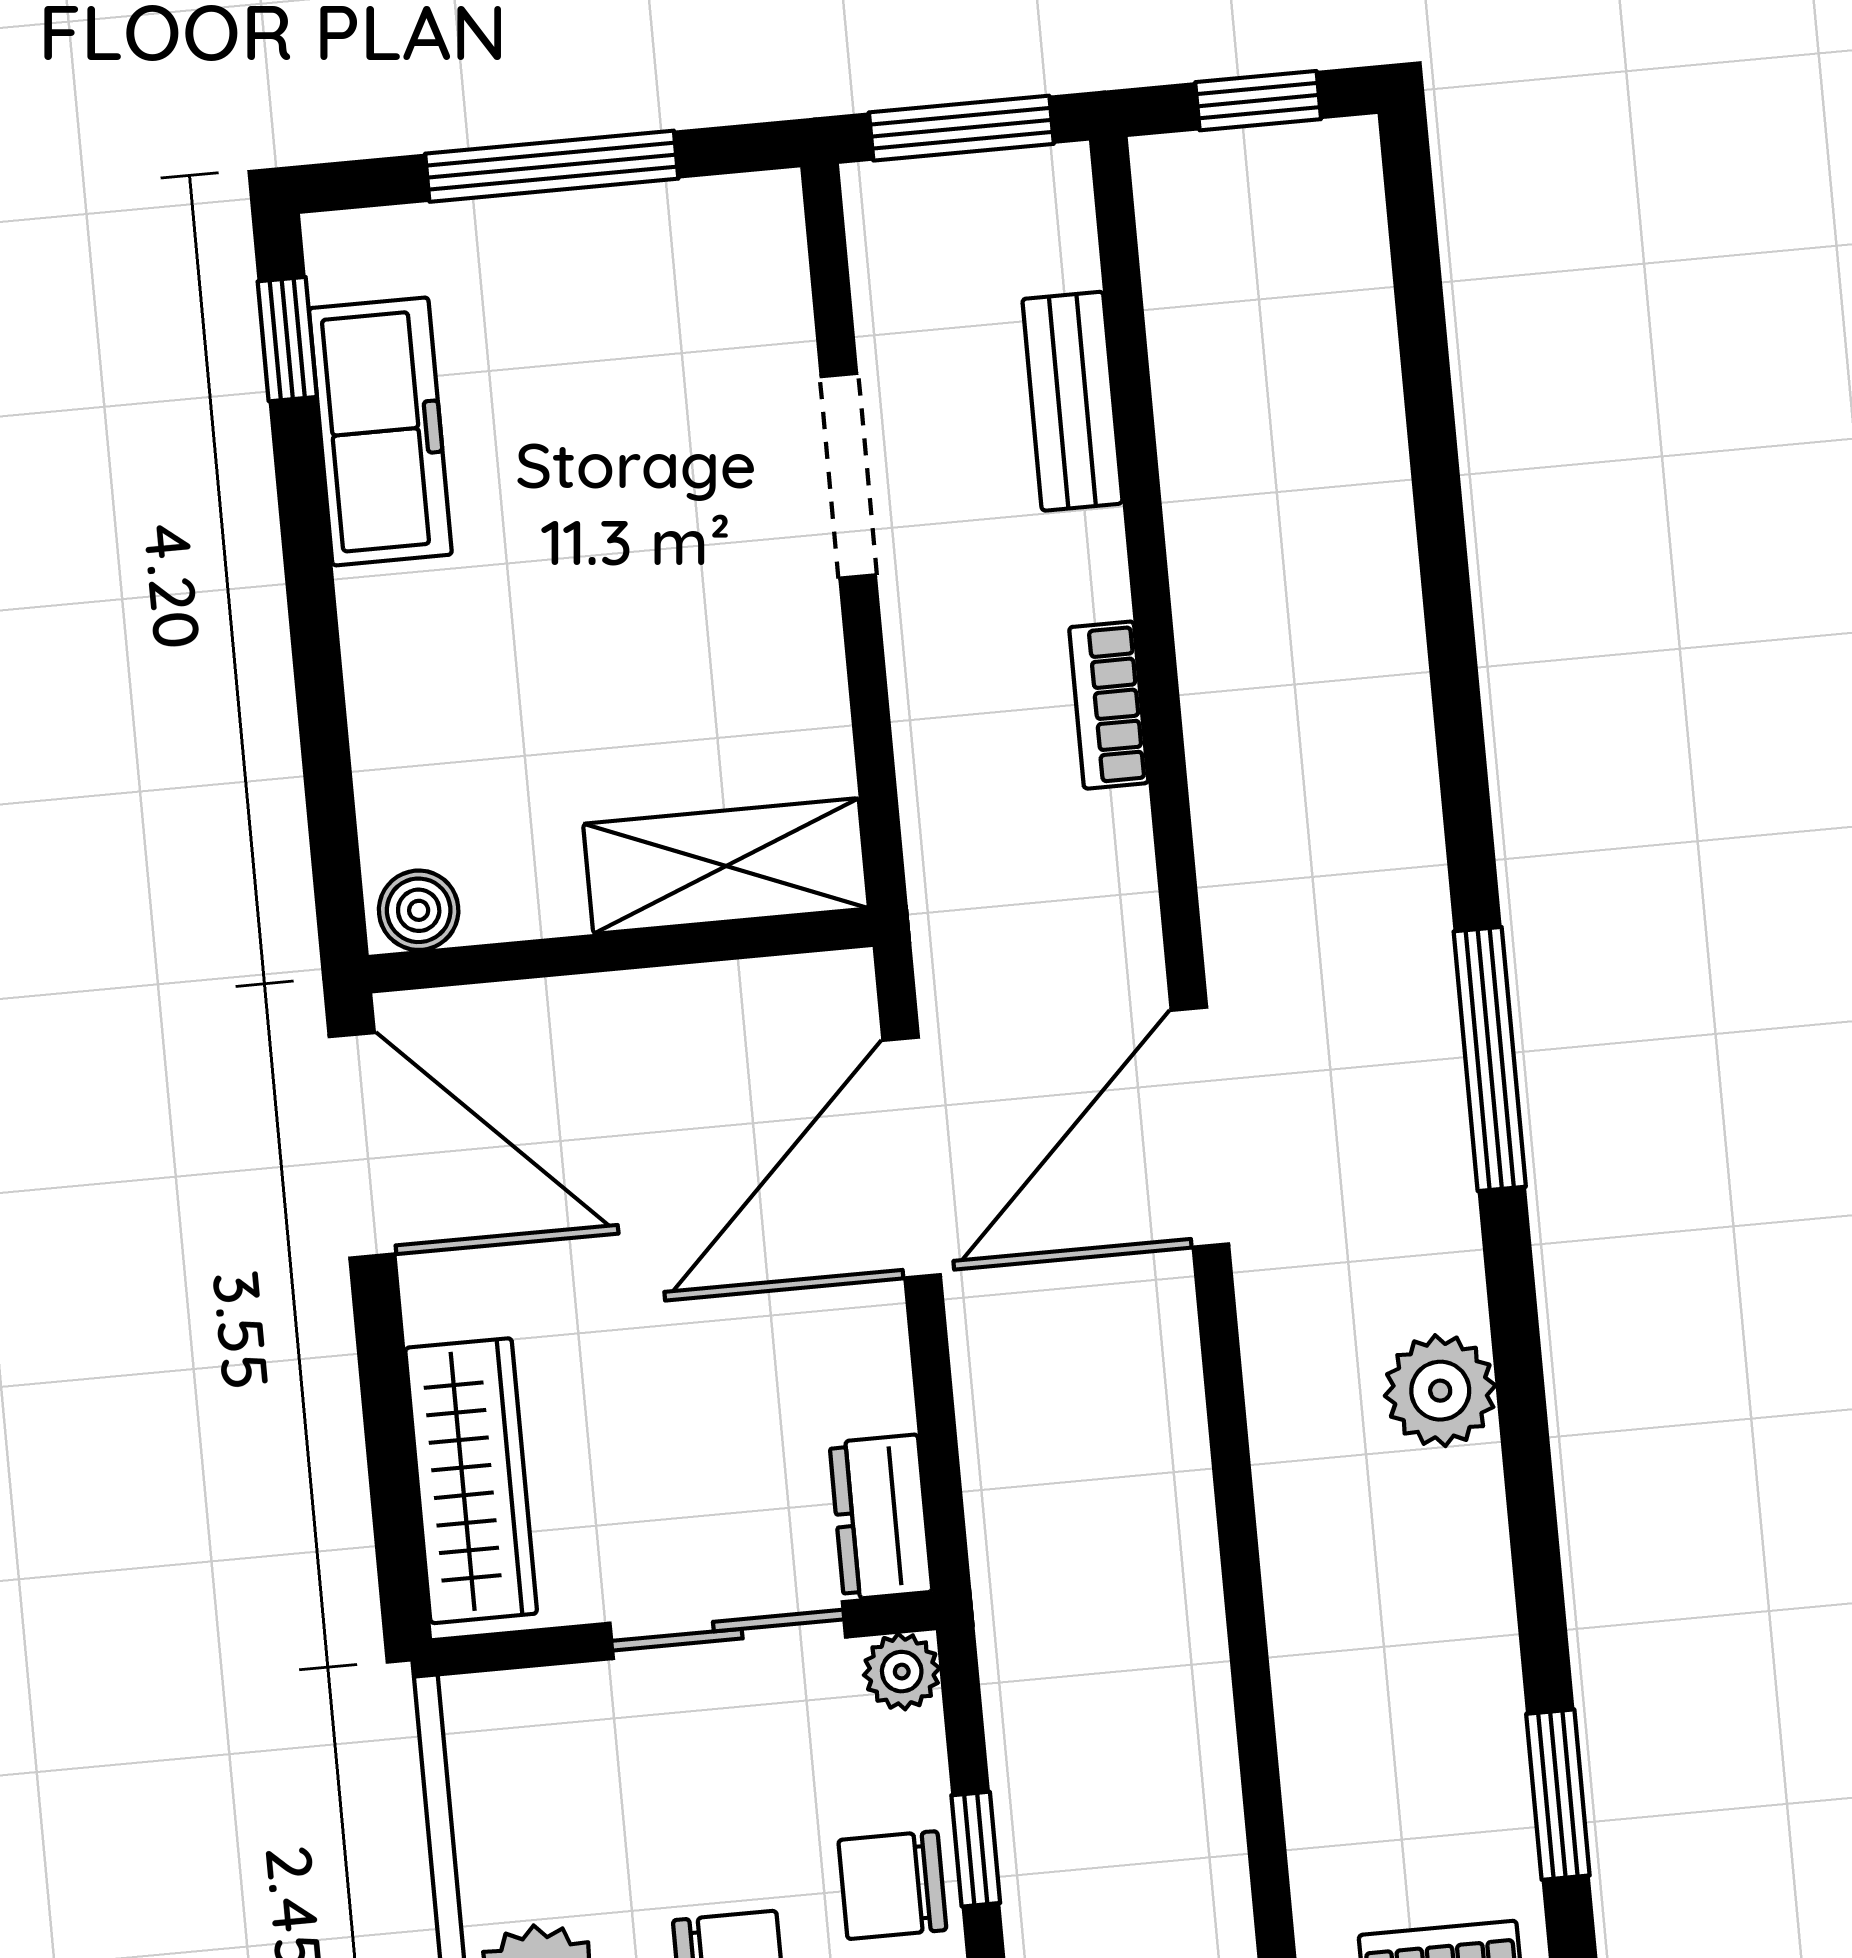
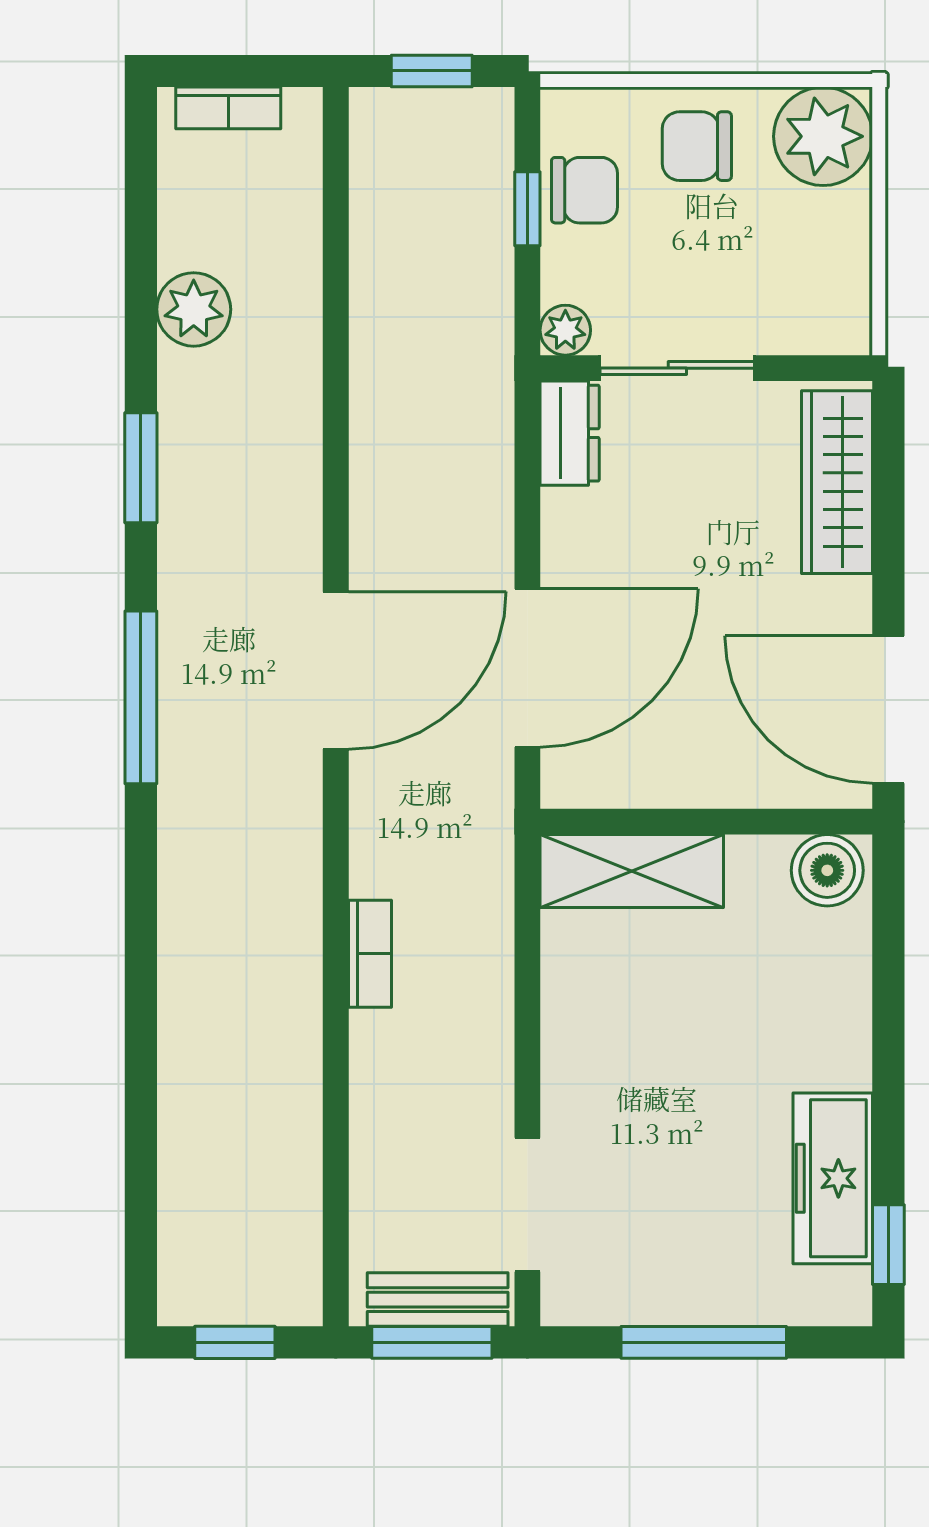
bench: (1072, 401) -> (438, 1300), moved, turned 90
doorway: (848, 476) -> (527, 1205), moved
boiler: (419, 910) -> (827, 870), width x1.36, depth x1.36
plant: (1440, 1391) -> (194, 309), moved
window: (1558, 1795) -> (141, 468), moved

